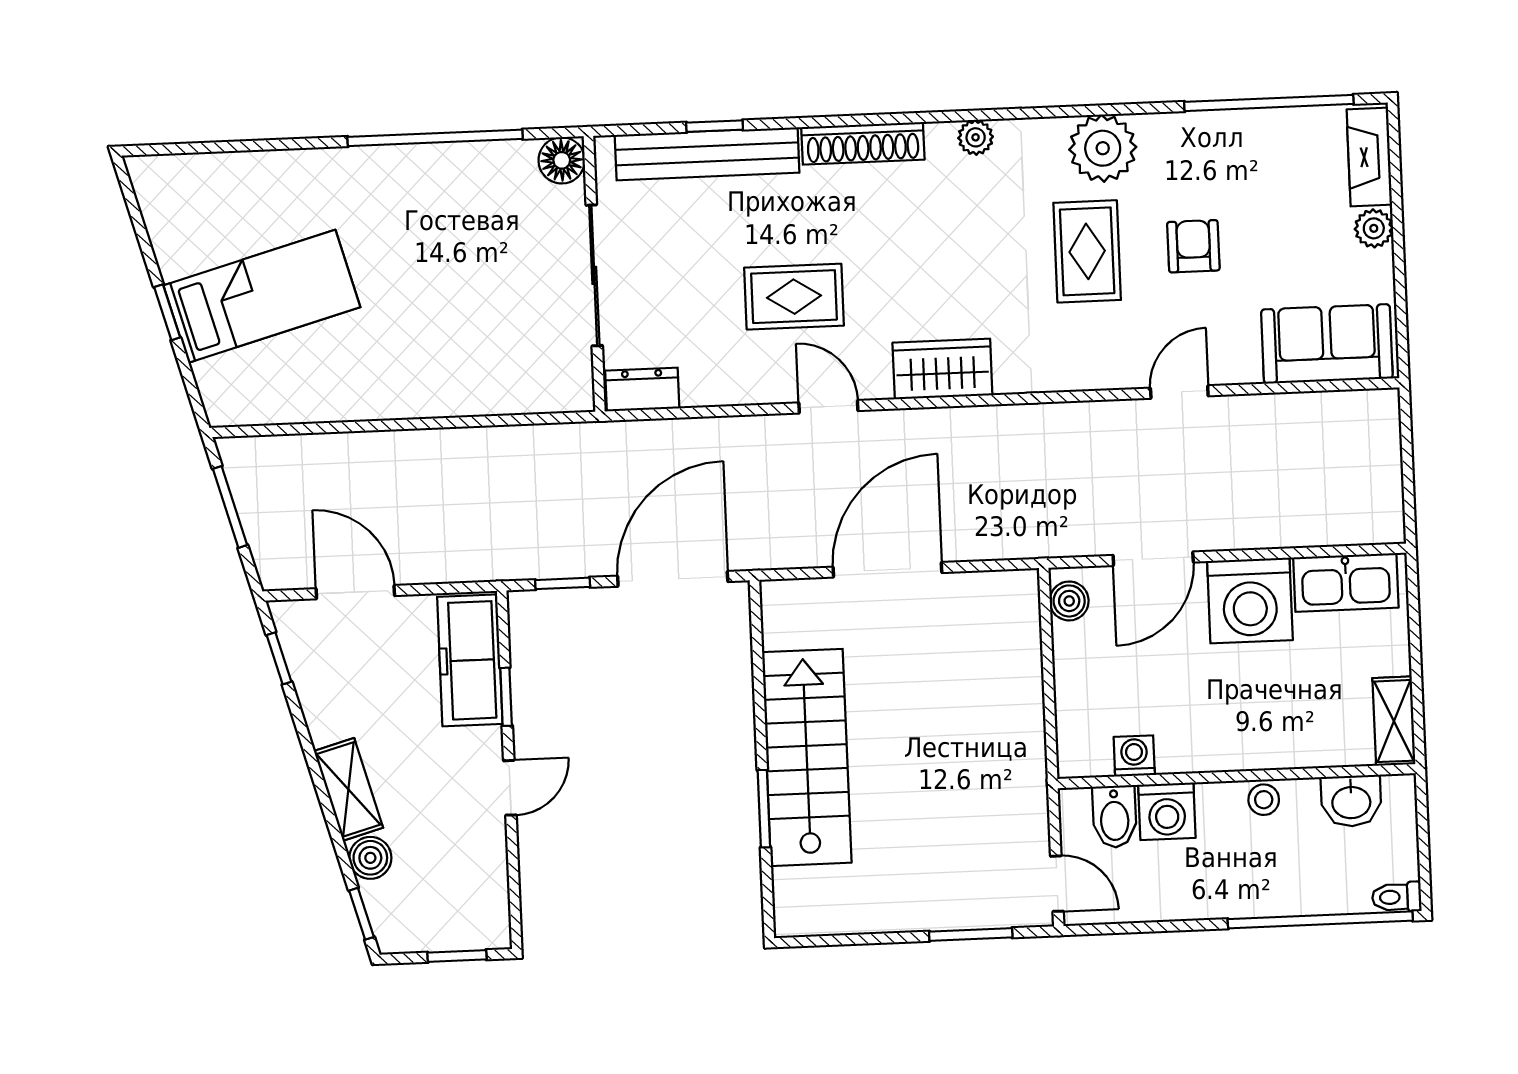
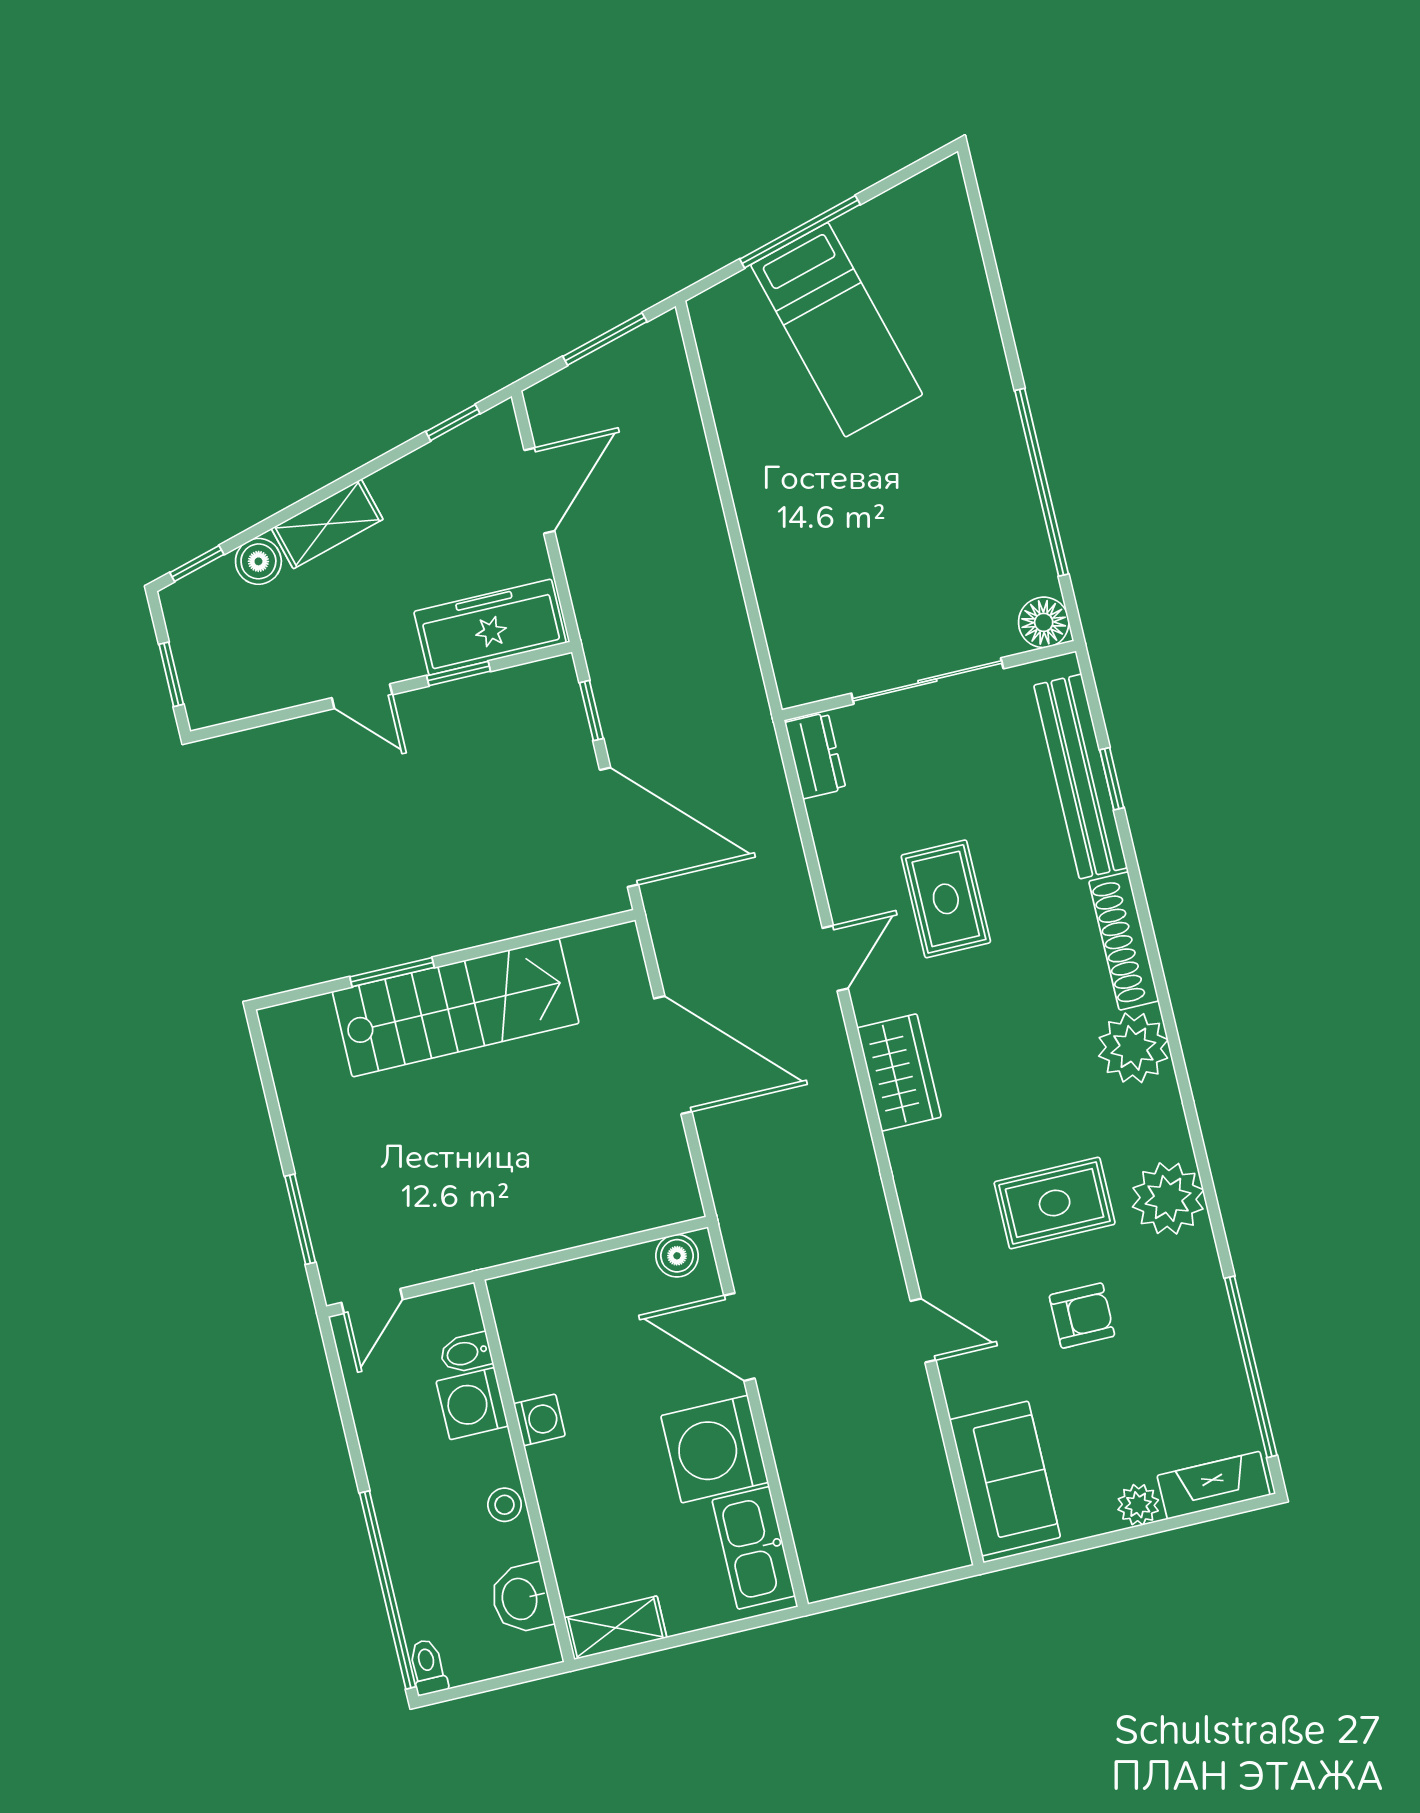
plant: (976, 137) -> (1133, 1048), width x1.88, depth x1.88
window: (167, 312) -> (800, 232), width x2.17
washing machine: (1134, 756) -> (539, 1420), moved
bidet: (1114, 817) -> (466, 1353), width x0.72, depth x0.74

